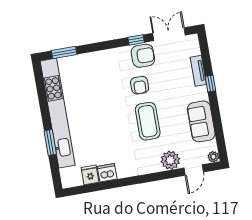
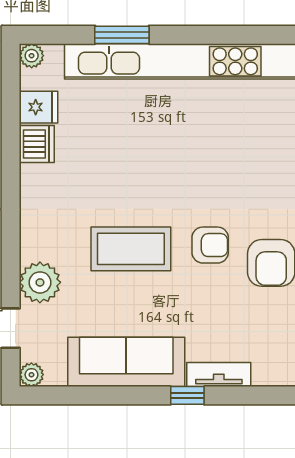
armchair: (140, 85) -> (210, 245), turned 180
sofa: (201, 121) -> (126, 362), width x1.36
plant: (67, 182) -> (32, 56), added

